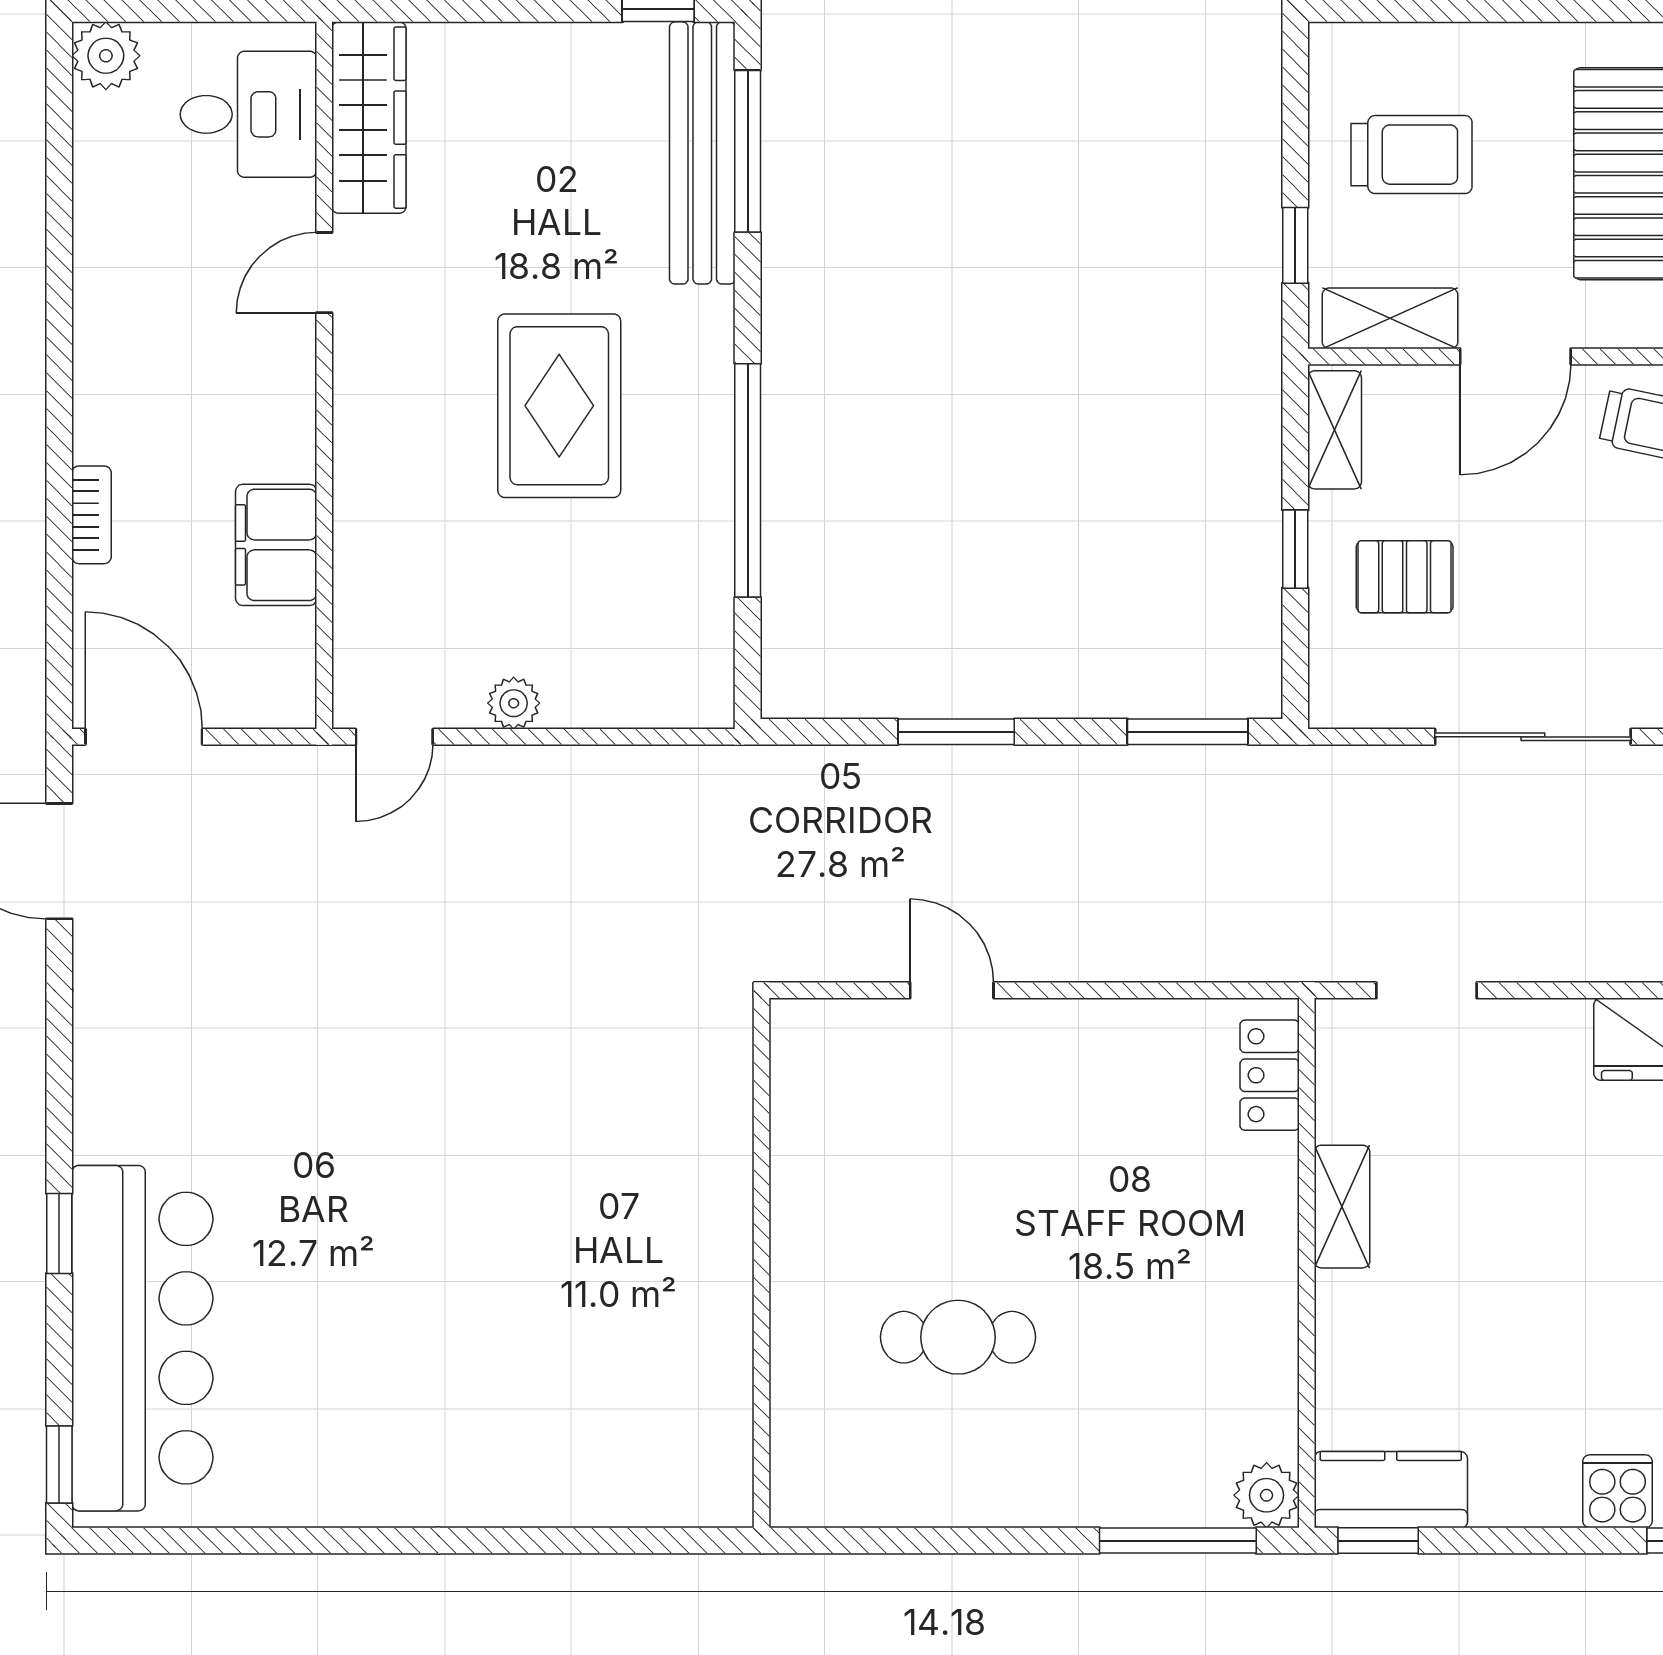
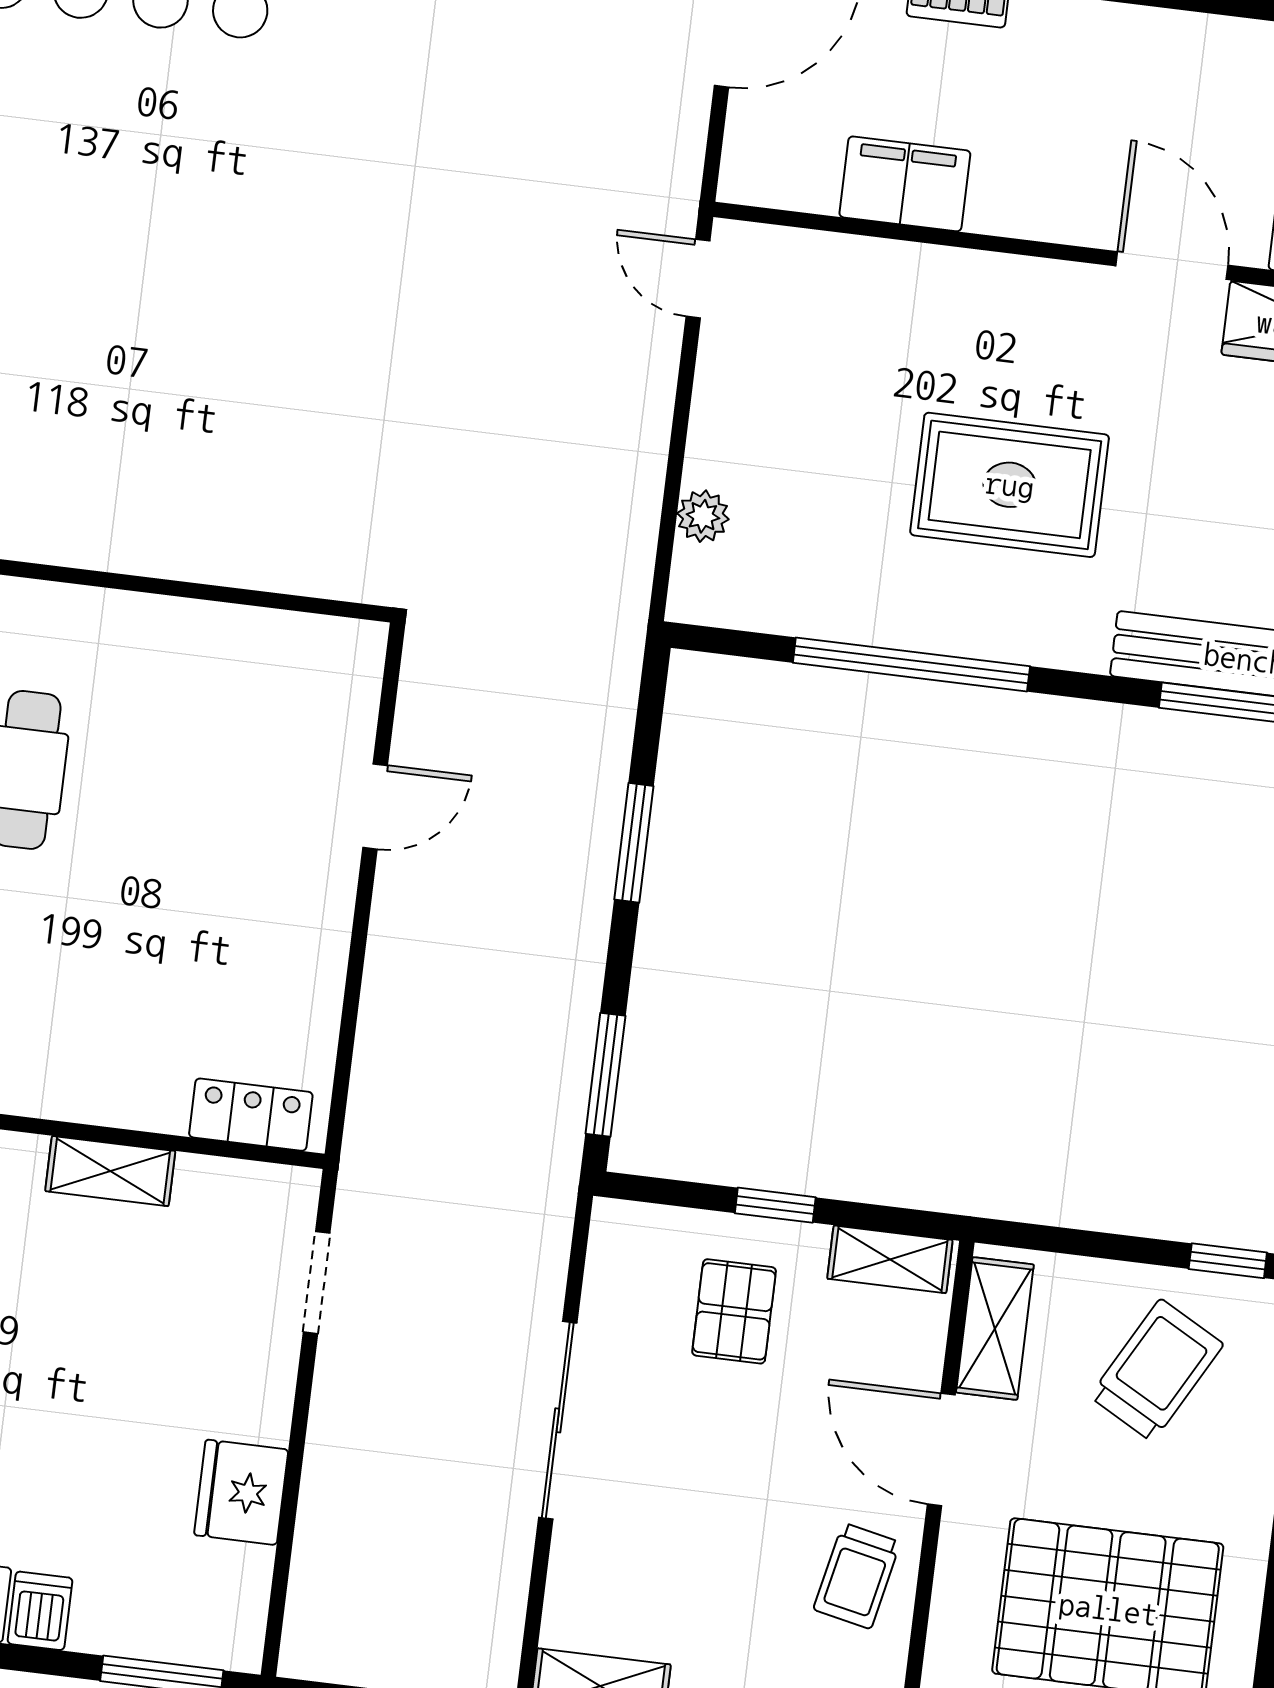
trolley: (1411, 155) -> (1156, 1370), turned -151
window: (1295, 245) -> (1228, 1261), moved
door: (324, 273) -> (1172, 266), width x1.38
plant: (514, 703) -> (703, 516), moved

